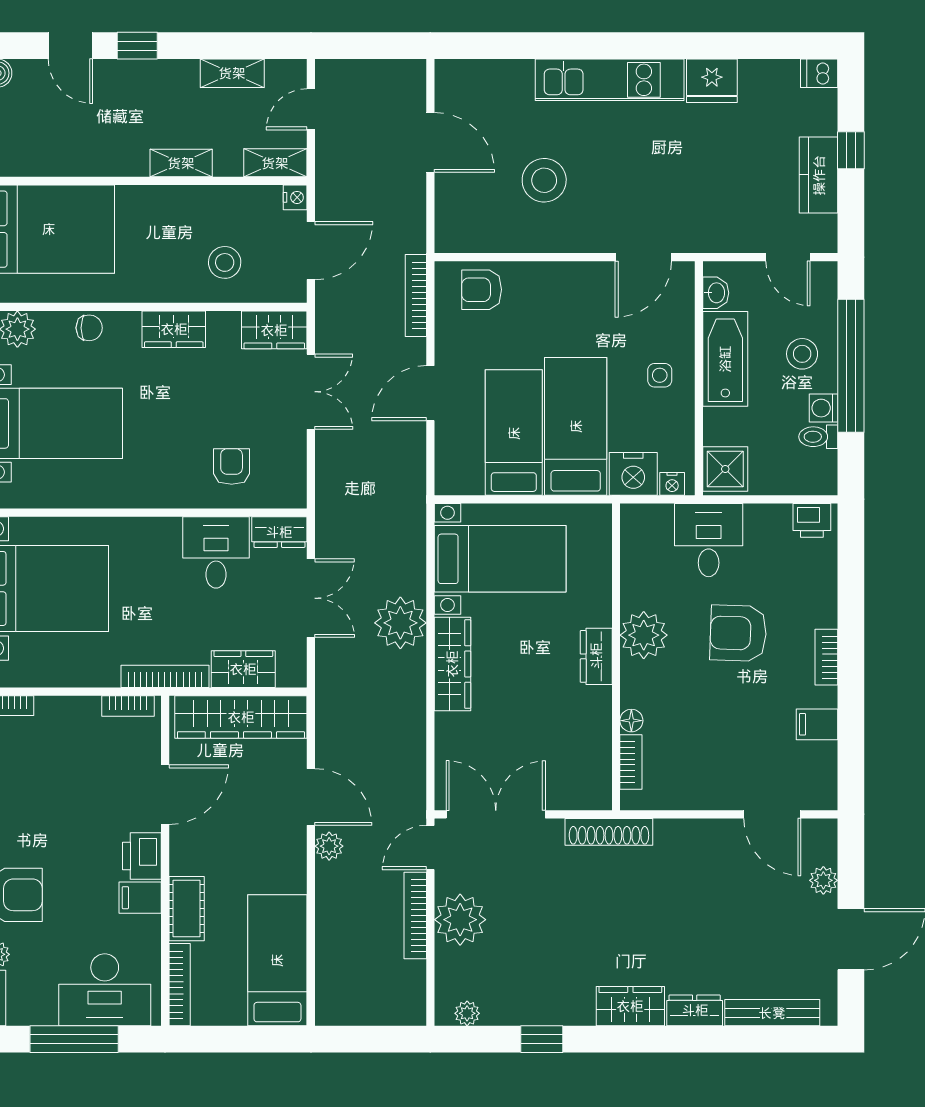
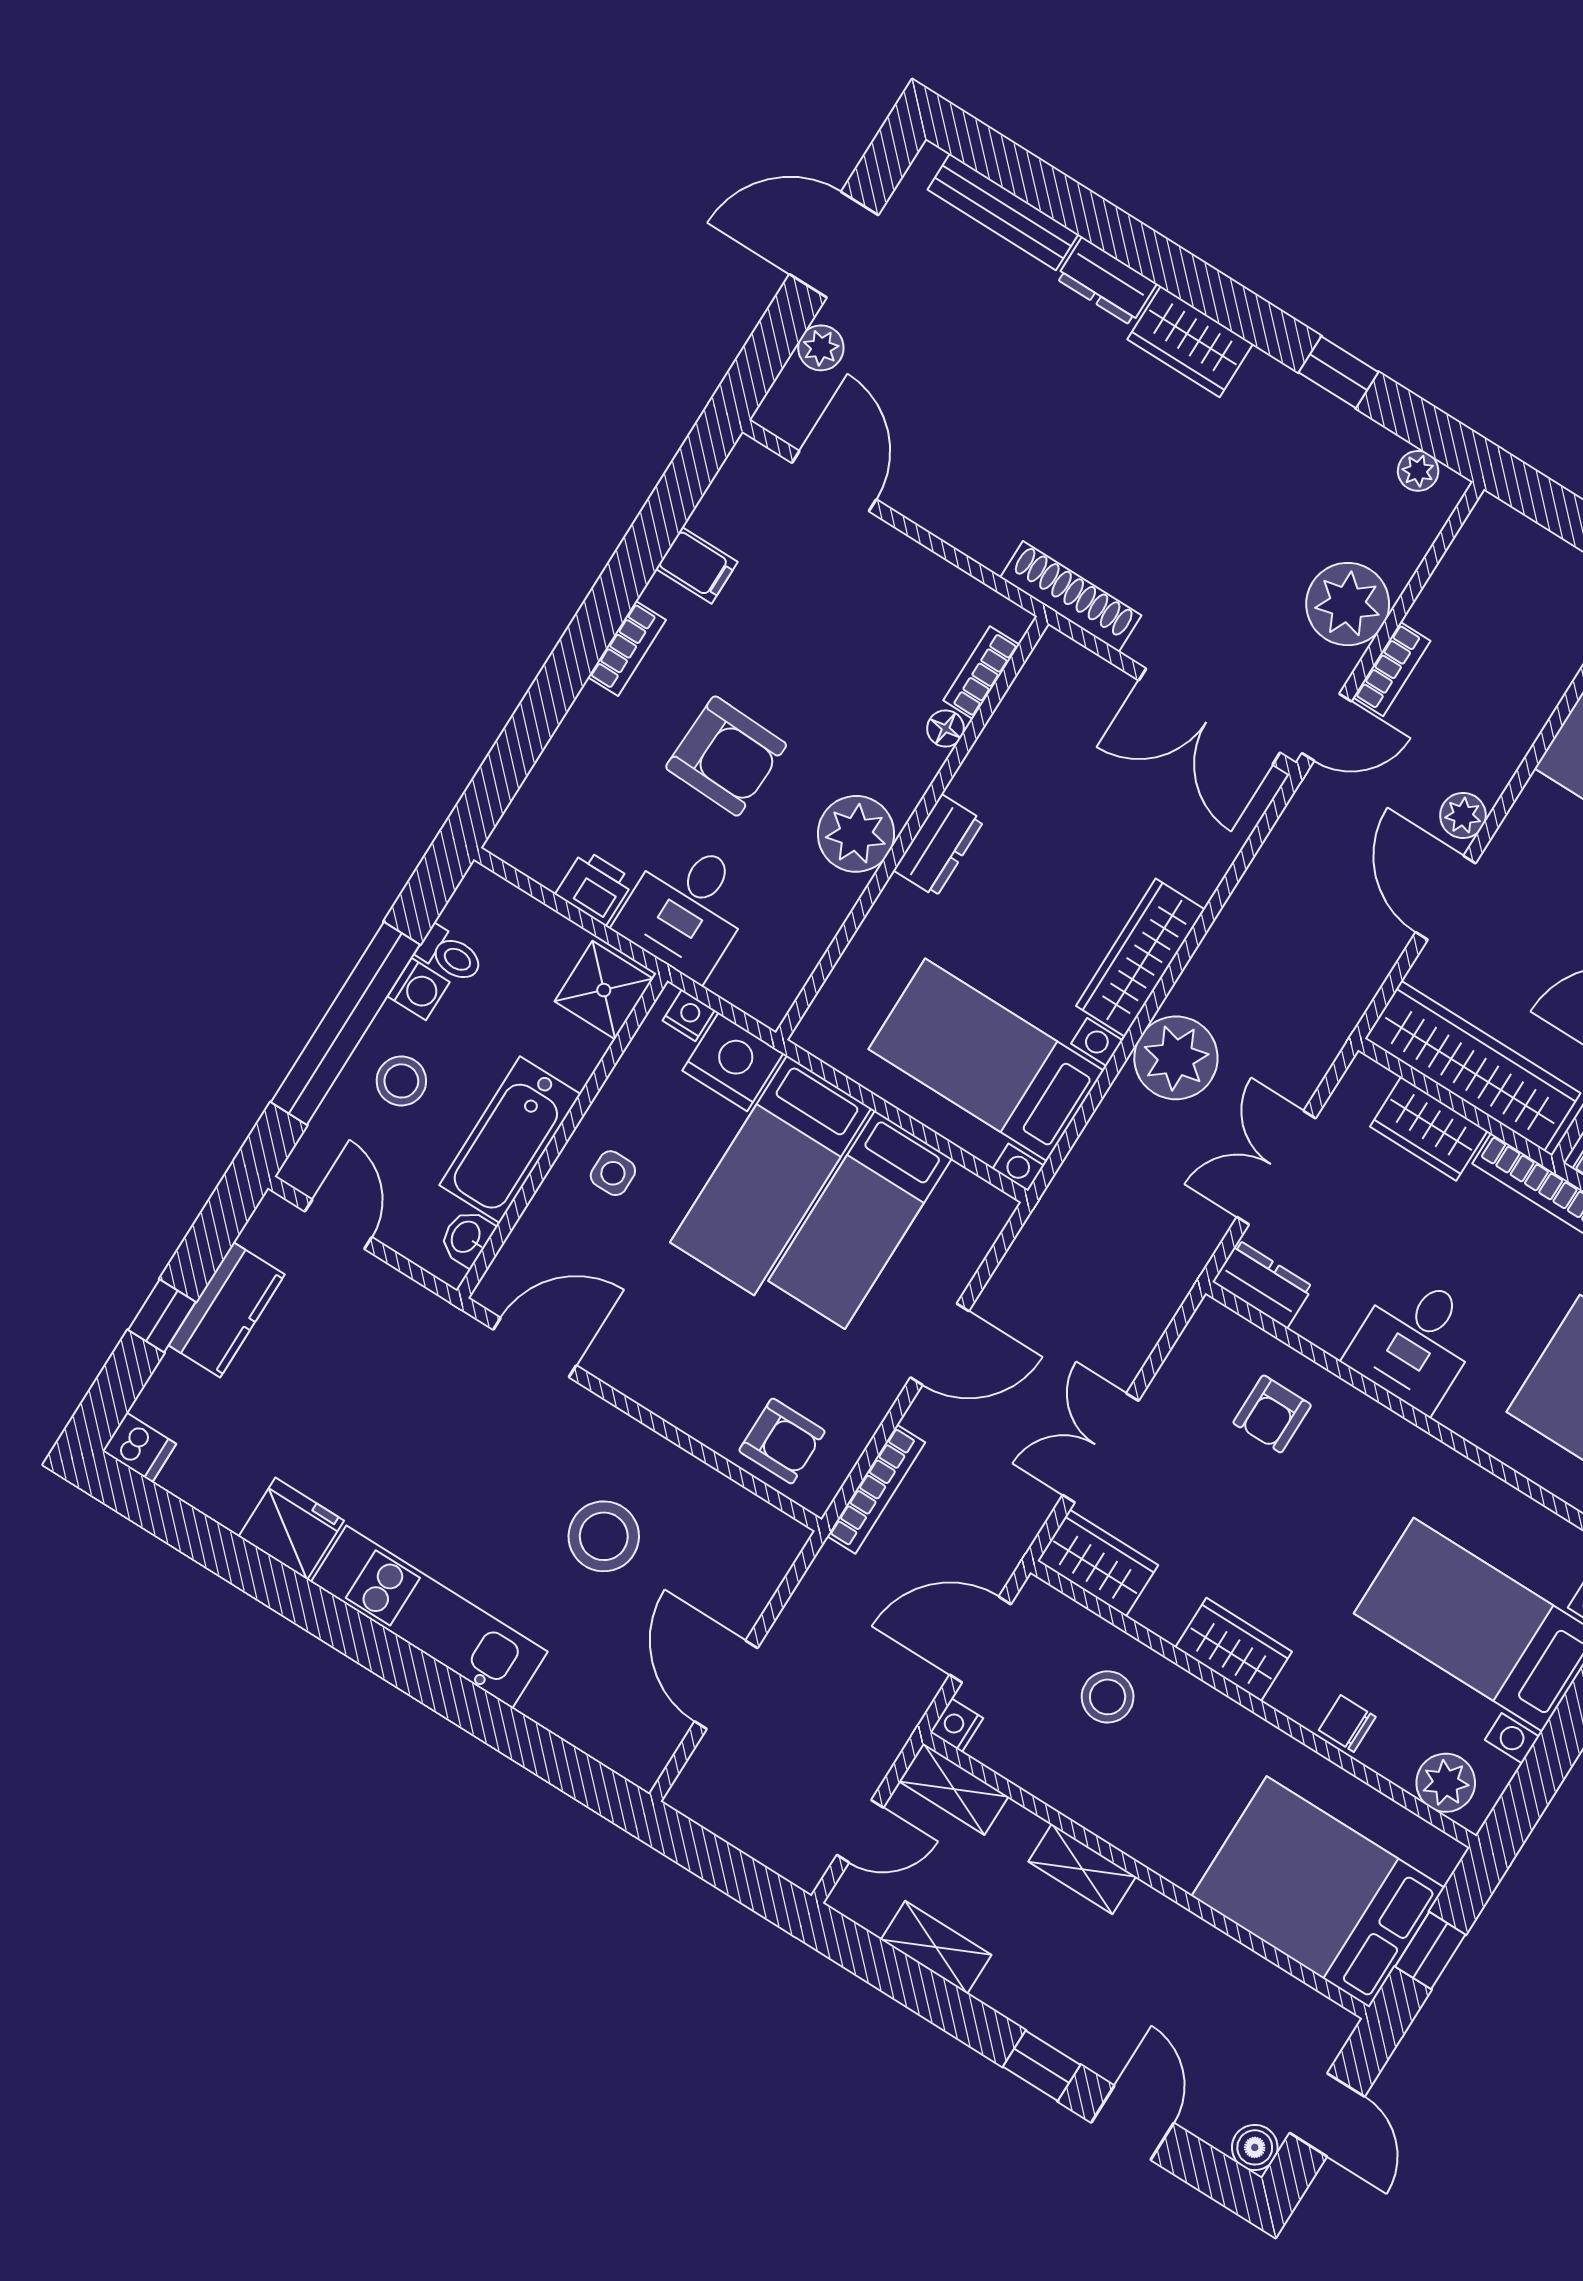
printer: (812, 520) -> (595, 887), moved
desk: (216, 552) -> (1415, 1341), moved
bookcase: (415, 915) -> (1392, 669), width x0.64

